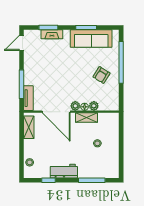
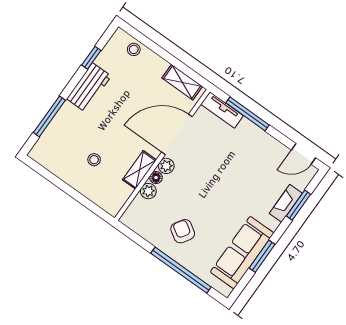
door: (21, 43) -> (304, 154), swing flipped

